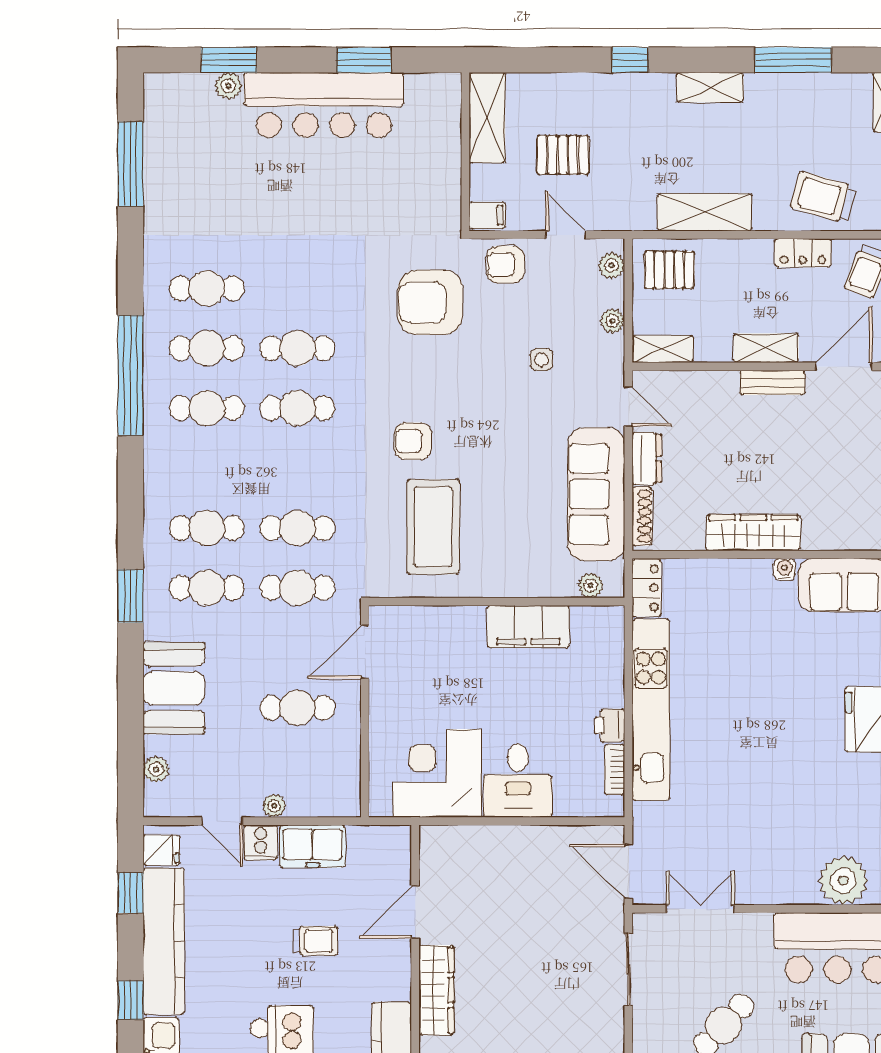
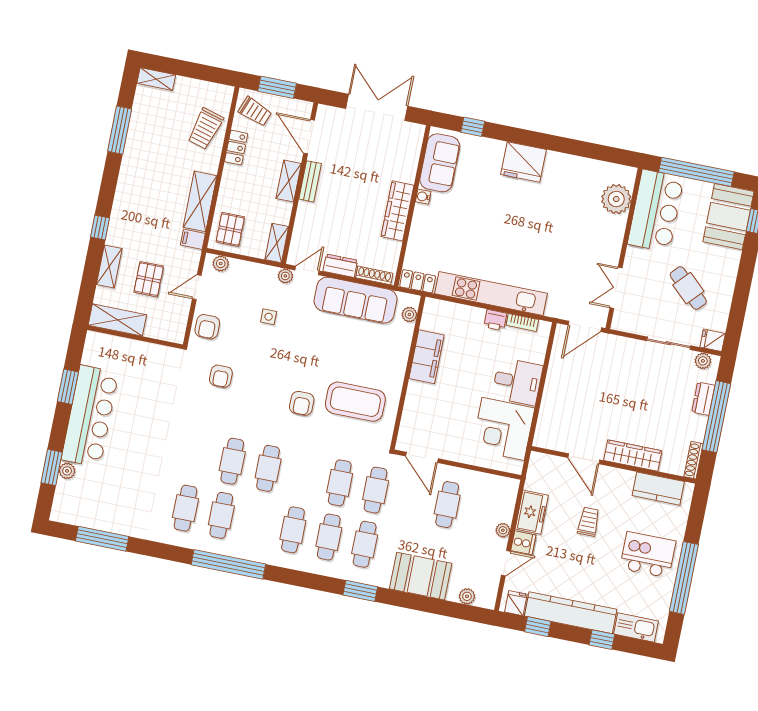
shelving: (710, 87) -> (109, 266), moved
filing cabinet: (487, 215) -> (193, 239), moved, turned -90
armchair: (430, 302) -> (221, 376), width x0.53, depth x0.53
plant: (612, 321) -> (285, 276), moved
cafe table: (207, 408) -> (293, 530), moved
sliding door: (628, 970) -> (669, 343), moved

